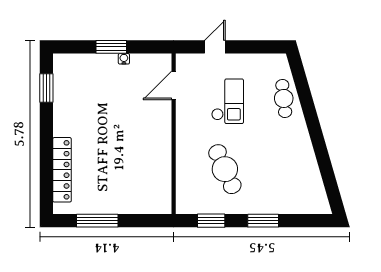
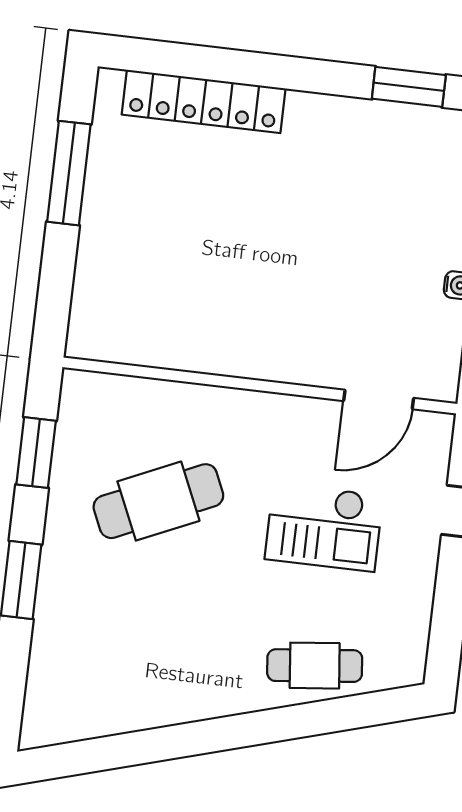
door: (174, 85) -> (379, 399), swing flipped

